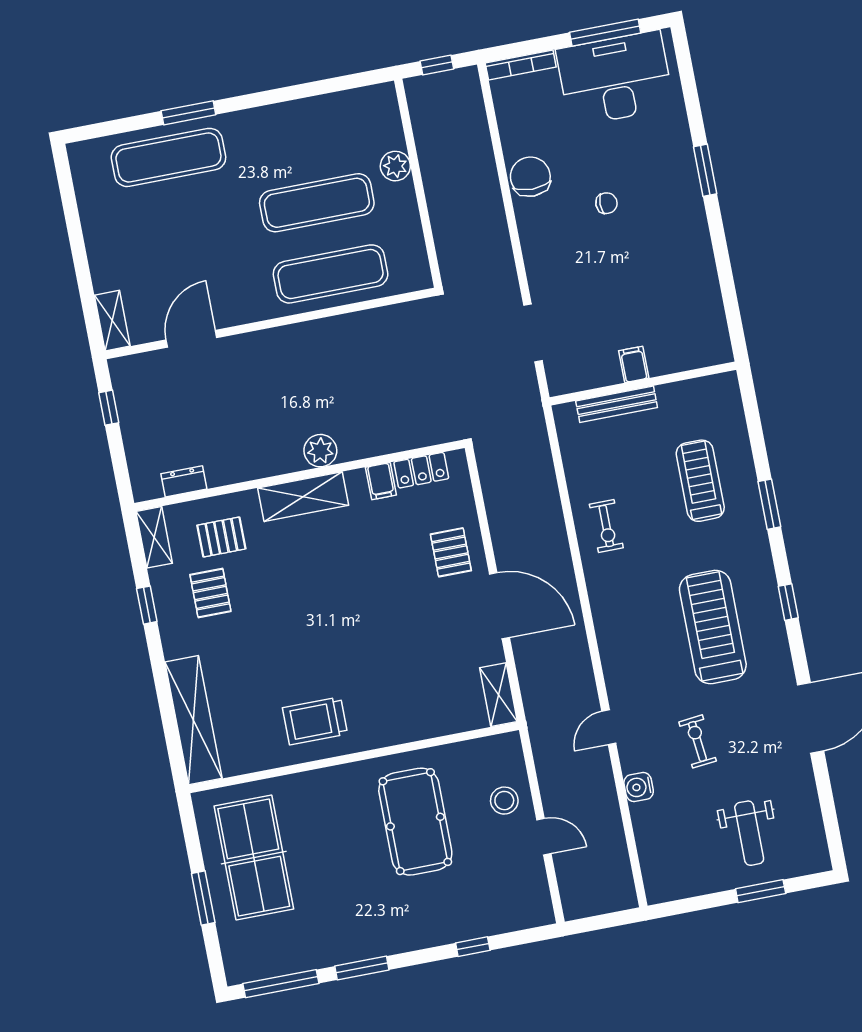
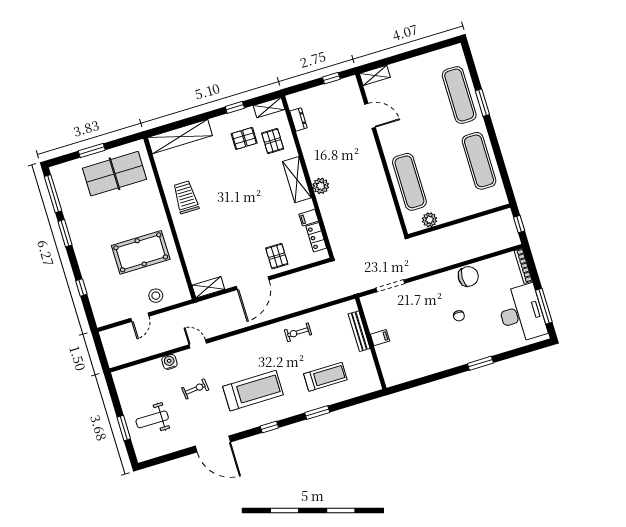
plant: (395, 166) -> (430, 220), moved
exercise mat: (317, 203) -> (479, 161), moved
pallet: (451, 552) -> (277, 256), turned 90

